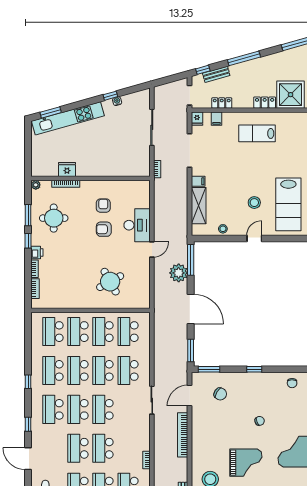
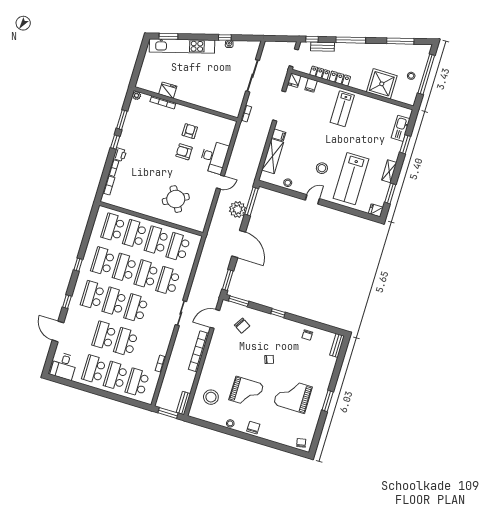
locker: (265, 103) -> (340, 79), moved
lab bench: (257, 133) -> (342, 109), turned -90
round table: (54, 218) -> (143, 129), removed

